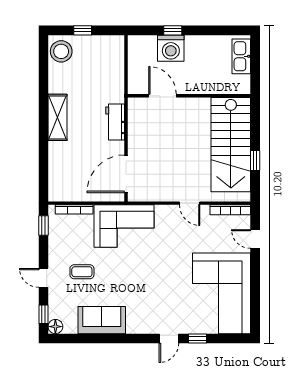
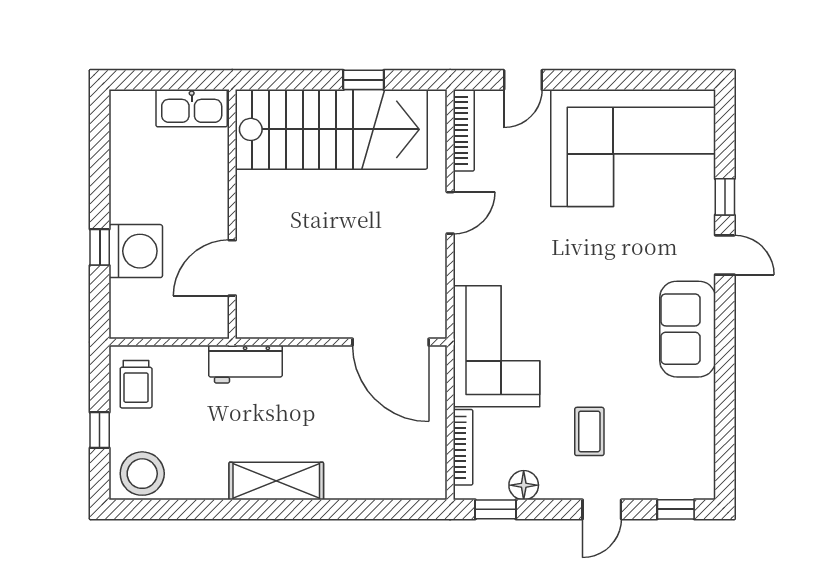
trolley: (105, 48) -> (136, 384), added
kitchen sink: (241, 56) -> (192, 108), moved
workbench: (115, 122) -> (245, 364), moved
sofa: (102, 320) -> (688, 329), moved
floor lamp: (55, 327) -> (524, 485), moved

